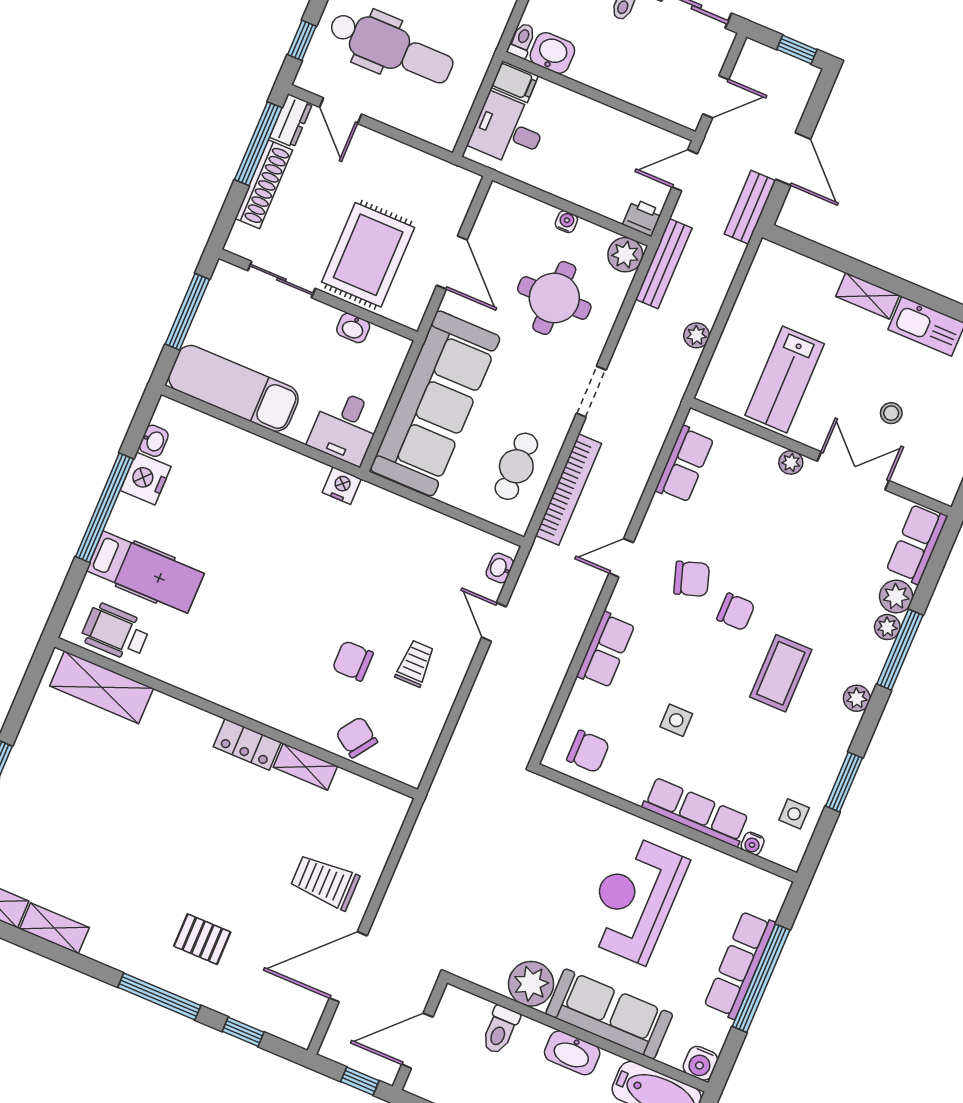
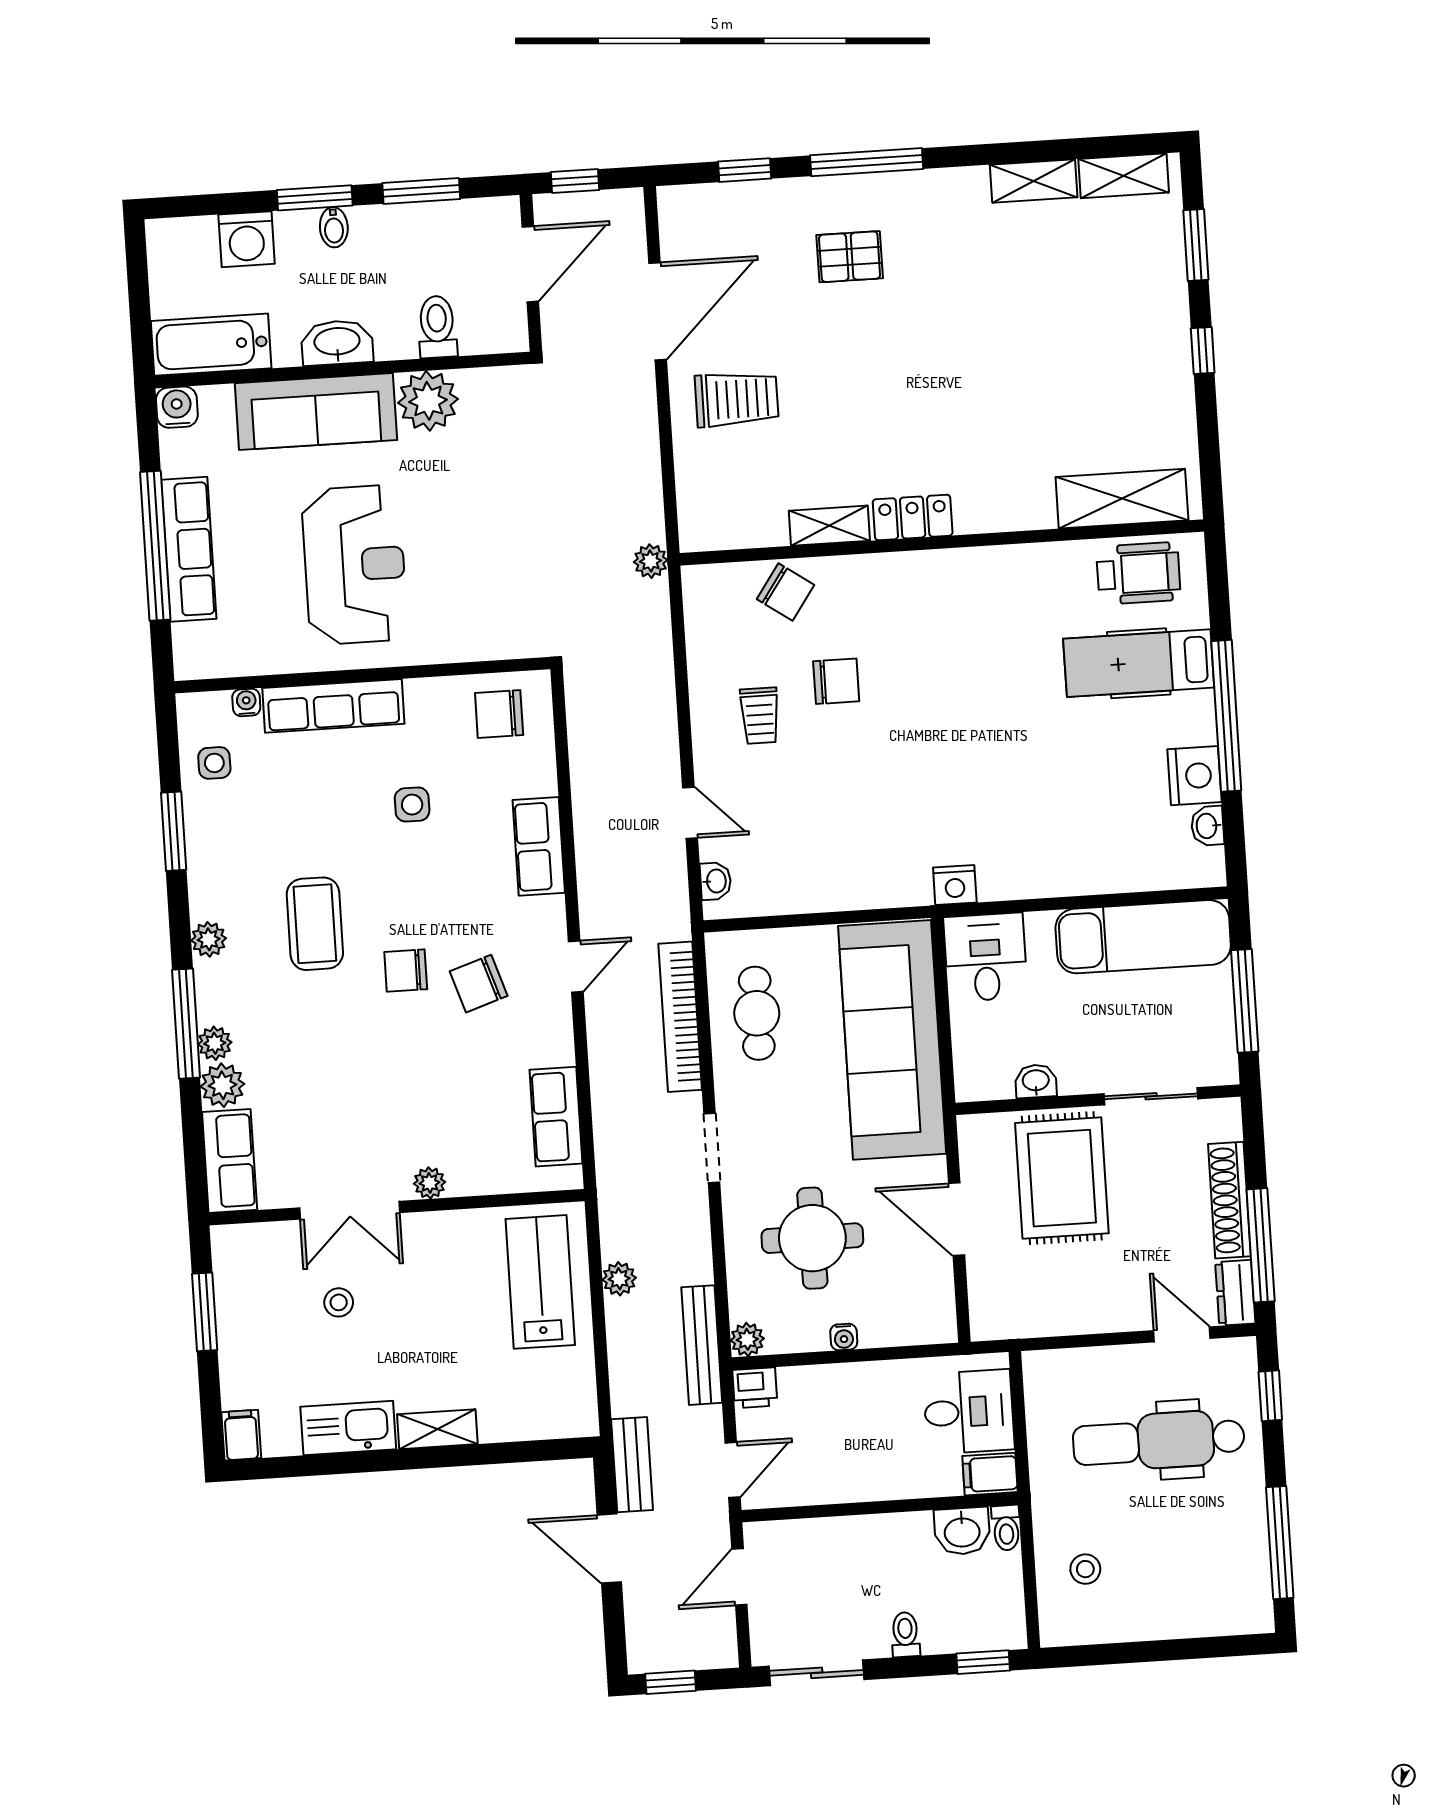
plant: (625, 255) -> (747, 1339), width x0.73, depth x0.73
lab bench: (785, 379) -> (540, 1282), moved
plant: (436, 803) -> (651, 561), added

